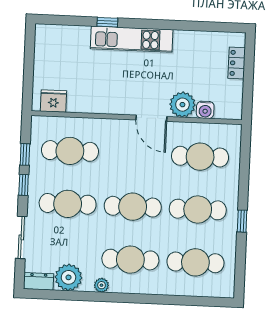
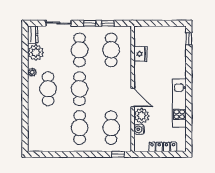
window: (107, 22) -> (189, 39), moved
kitchen unit: (132, 39) -> (179, 103), moved
locker: (237, 63) -> (163, 147), width x1.53
fridge: (53, 101) -> (140, 54), moved
door: (151, 118) -> (133, 98), swing flipped
window: (242, 221) -> (118, 154), moved
cafe table: (195, 262) -> (48, 128), removed

